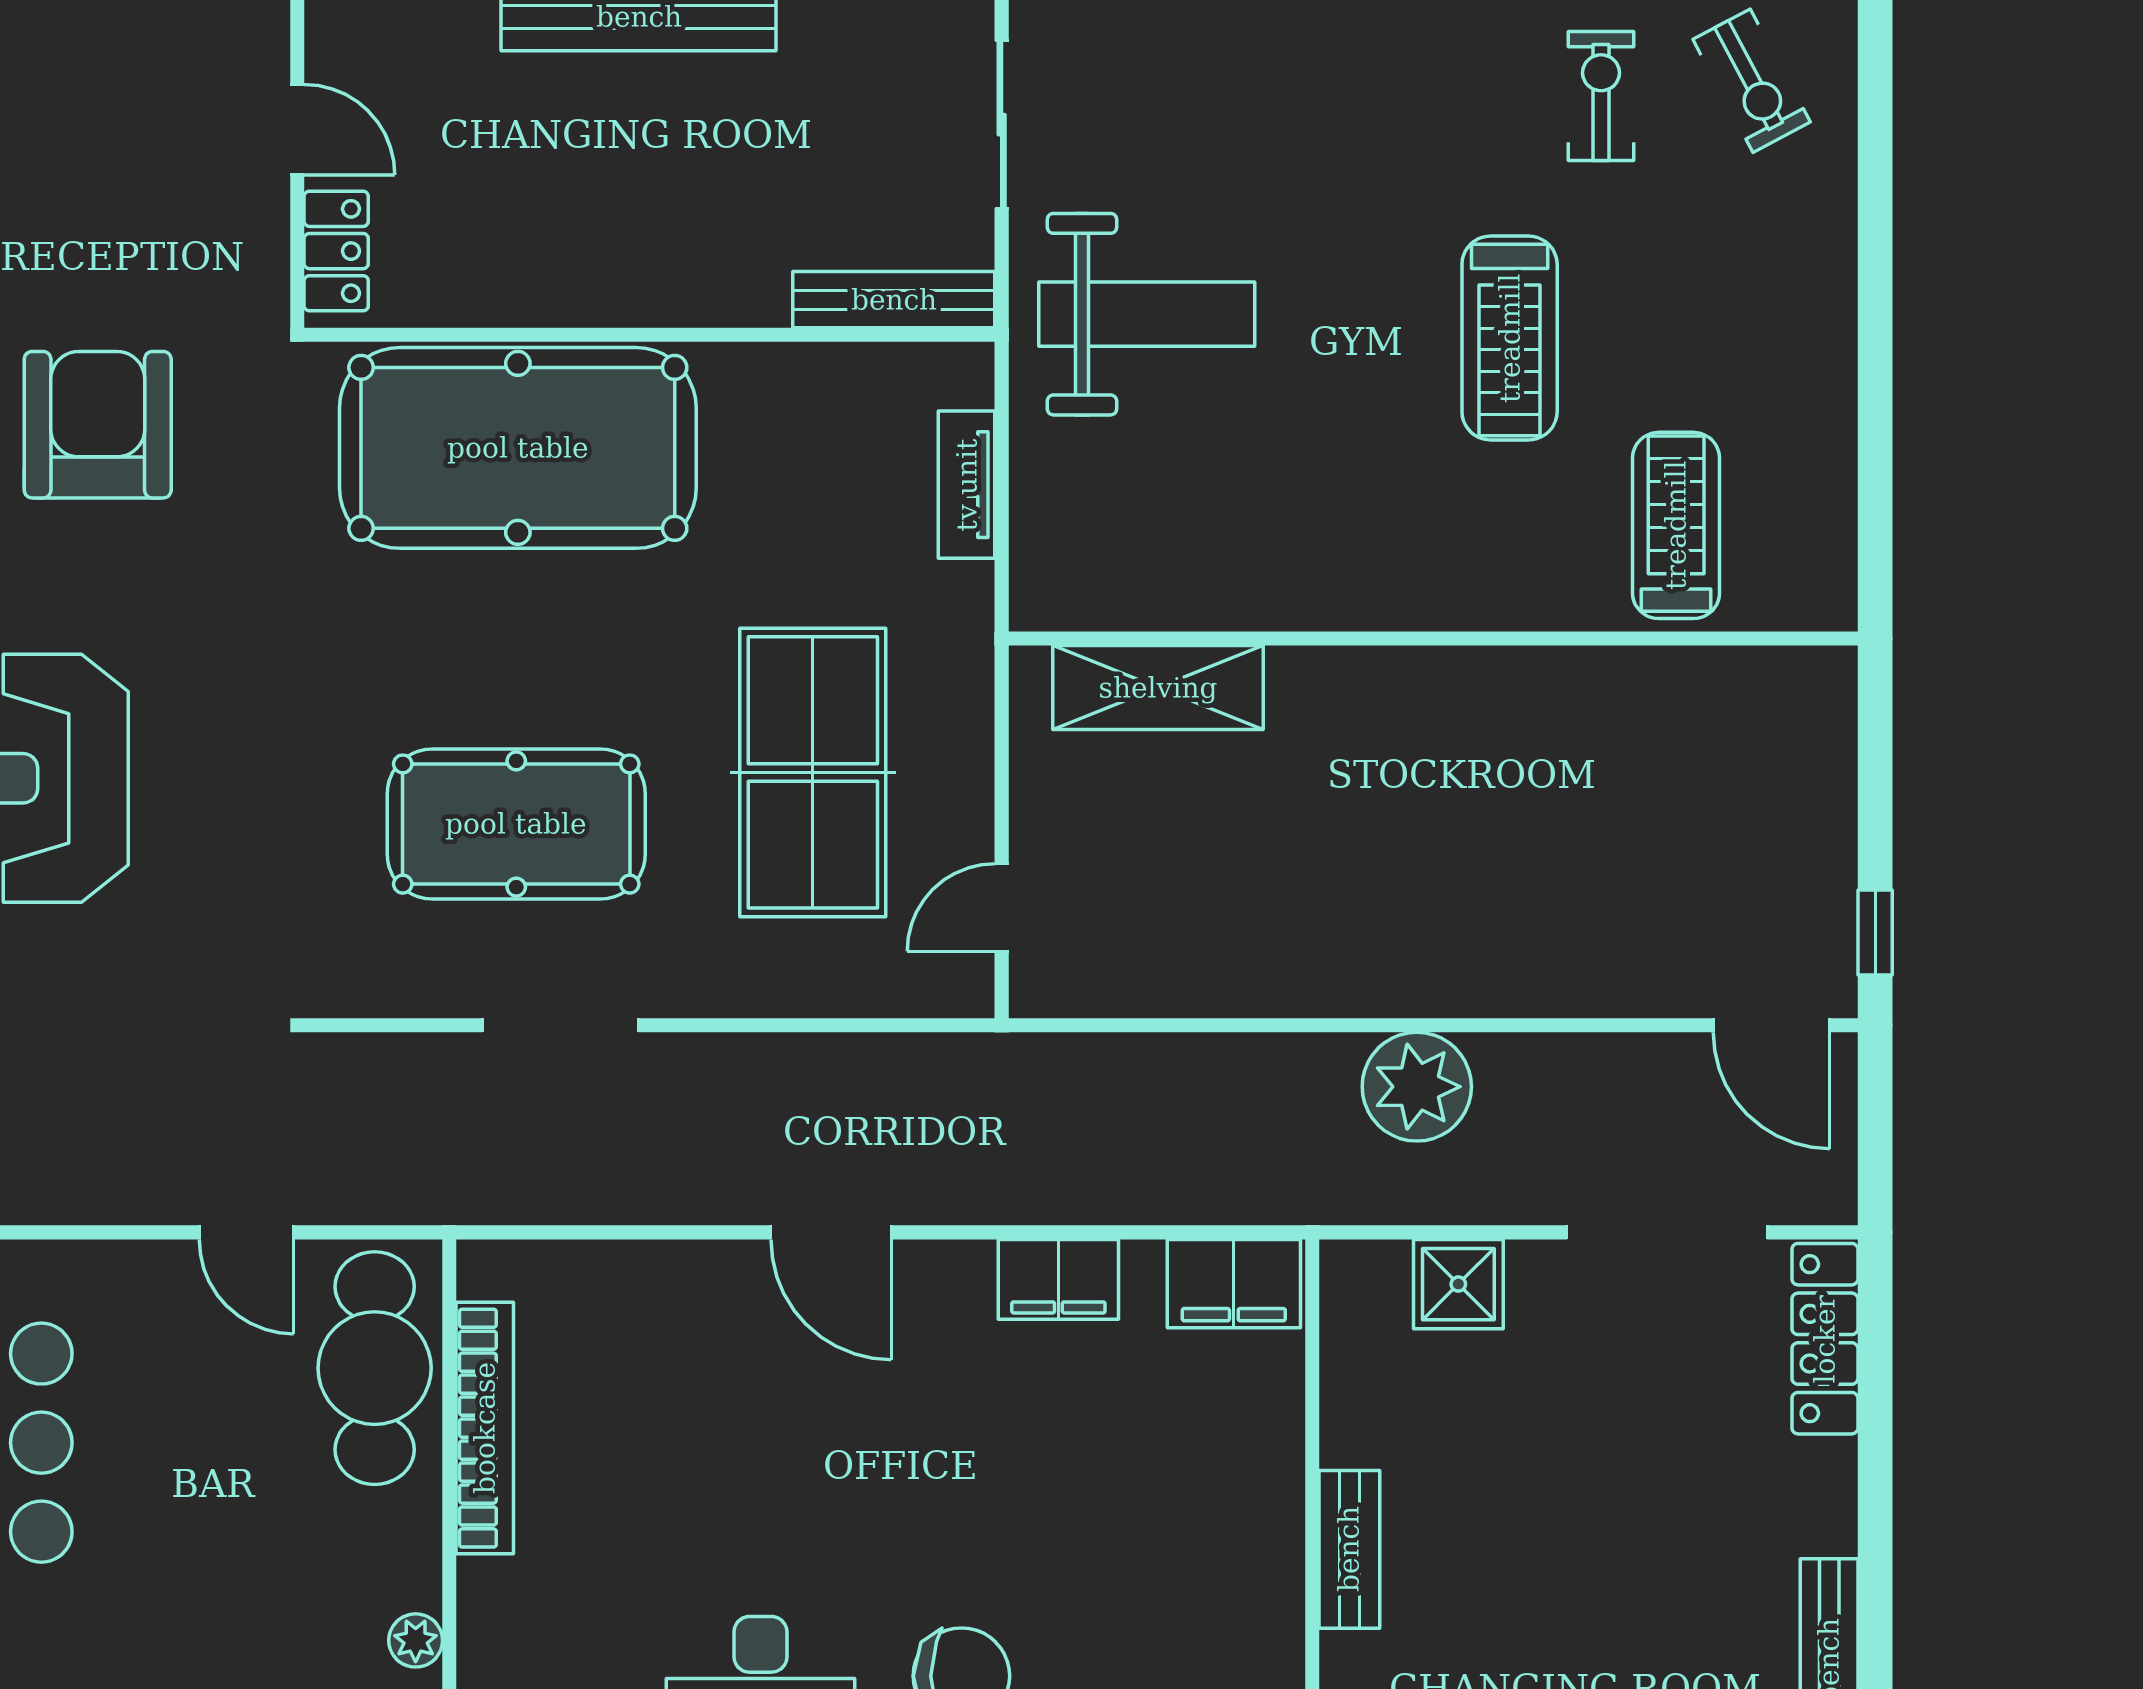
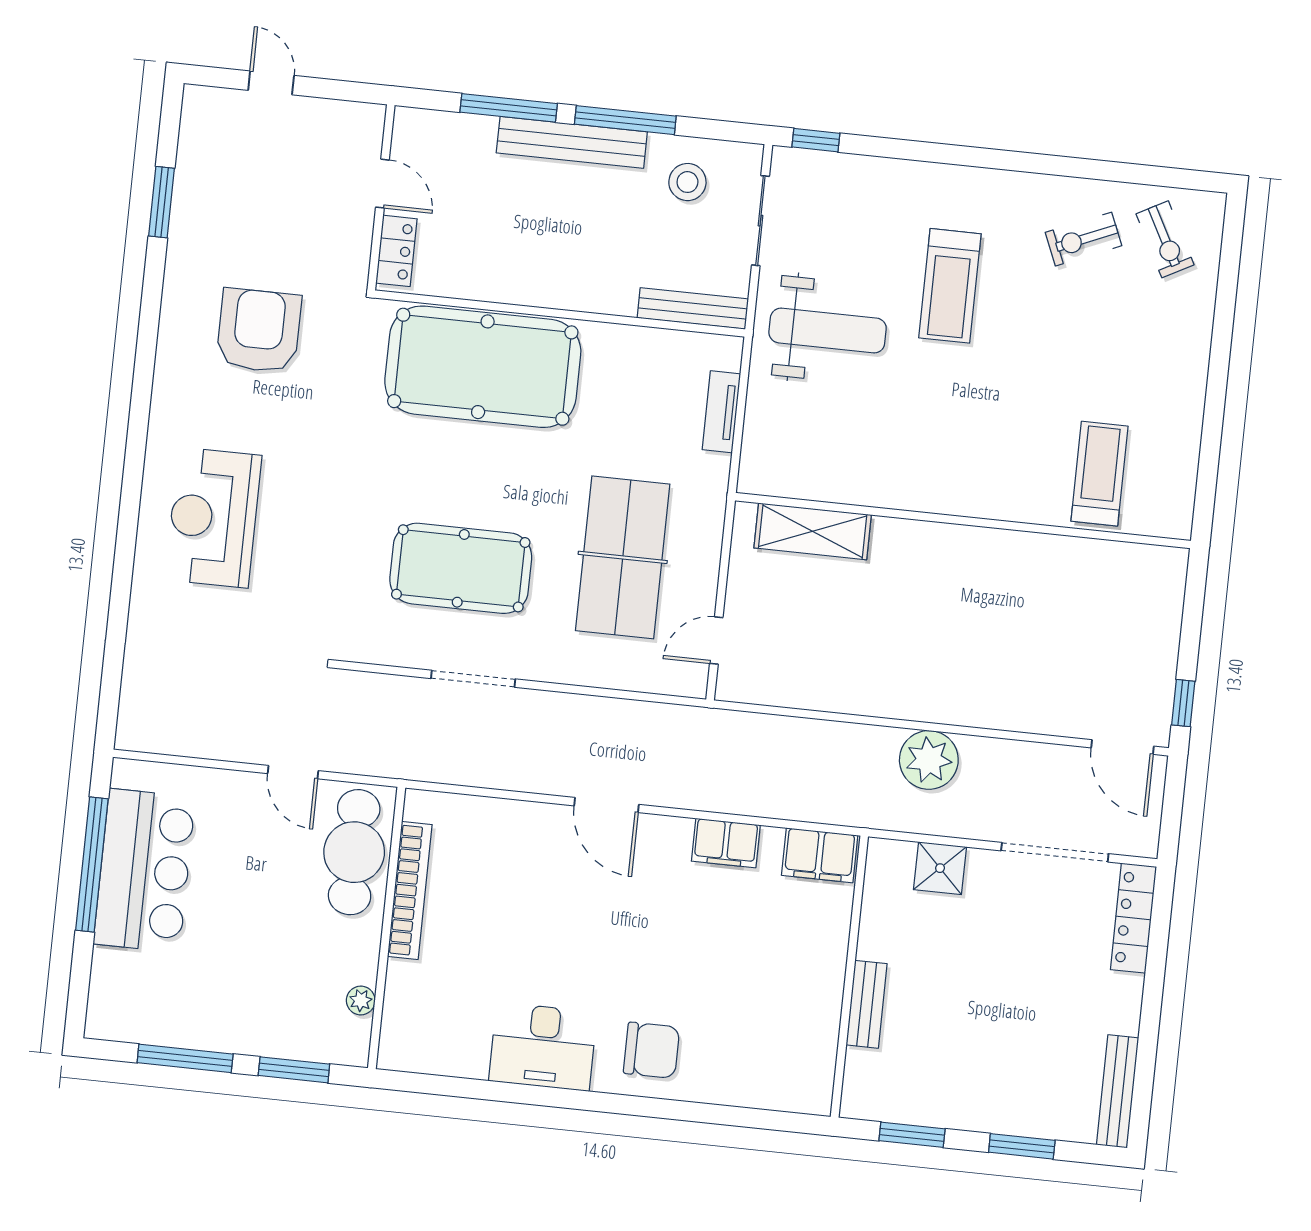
stool: (860, 68) -> (687, 182), added
exercise bike: (1601, 96) -> (1083, 239), turned -113
treadmill: (1510, 338) -> (950, 286), moved

